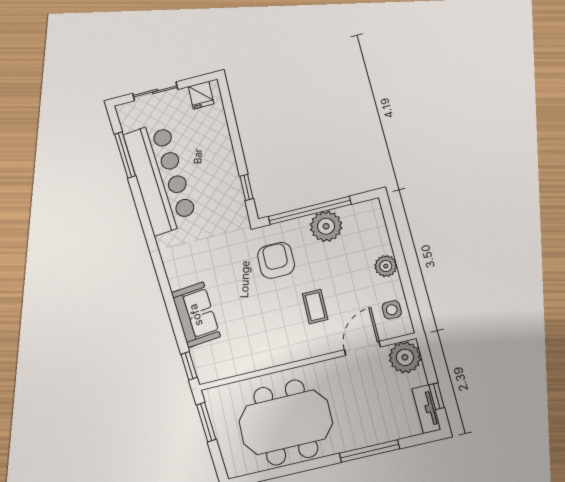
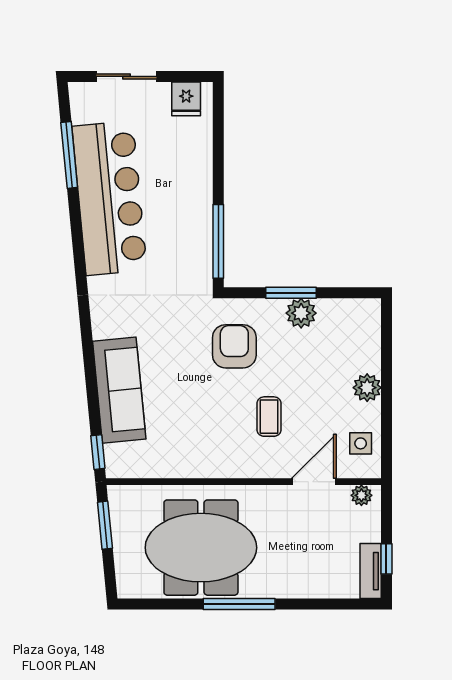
window: (246, 187) -> (218, 241), width x2.17
window: (310, 210) -> (291, 293), width x0.47
plant: (326, 226) -> (301, 313), width x0.73, depth x0.73
sofa: (196, 315) -> (119, 390), width x1.36
plant: (405, 357) -> (361, 495), width x0.53, depth x0.53
window: (369, 451) -> (239, 604), moved

